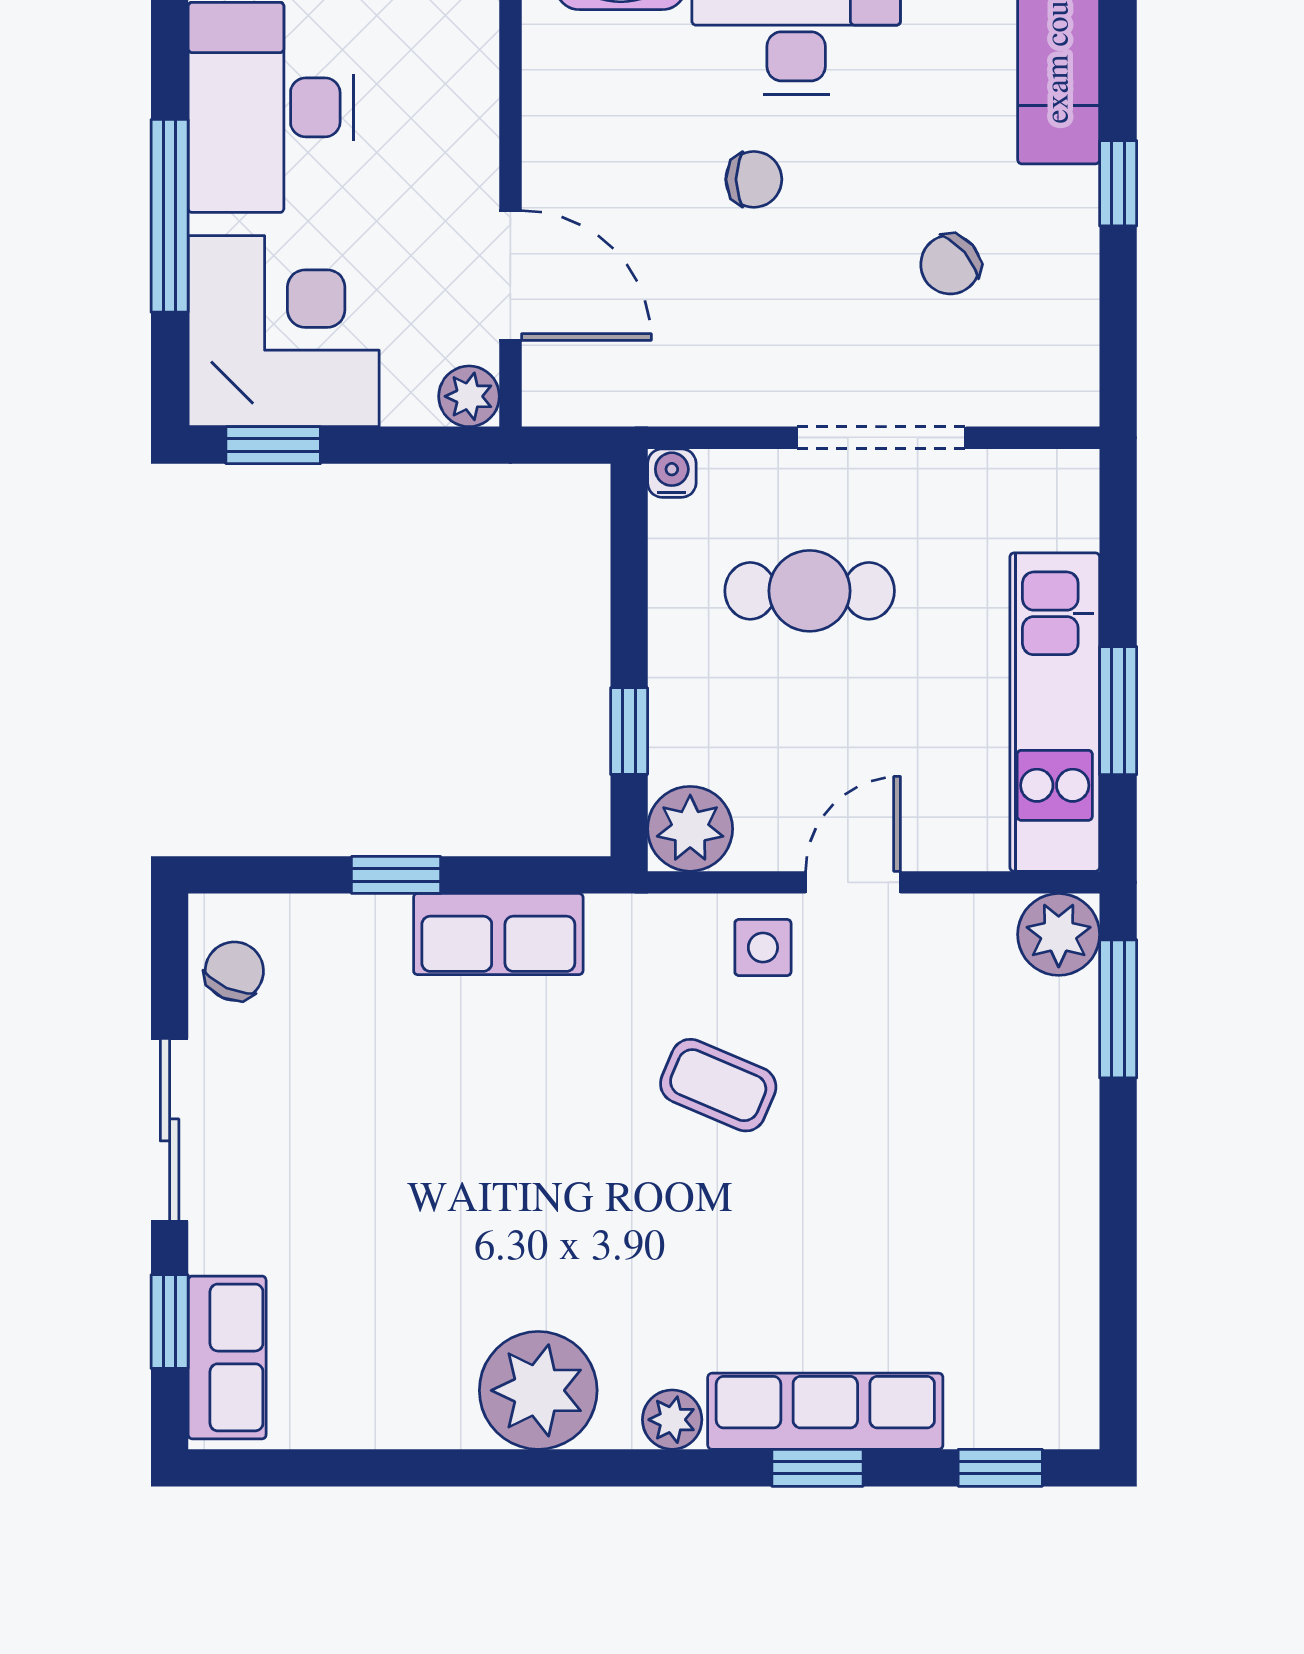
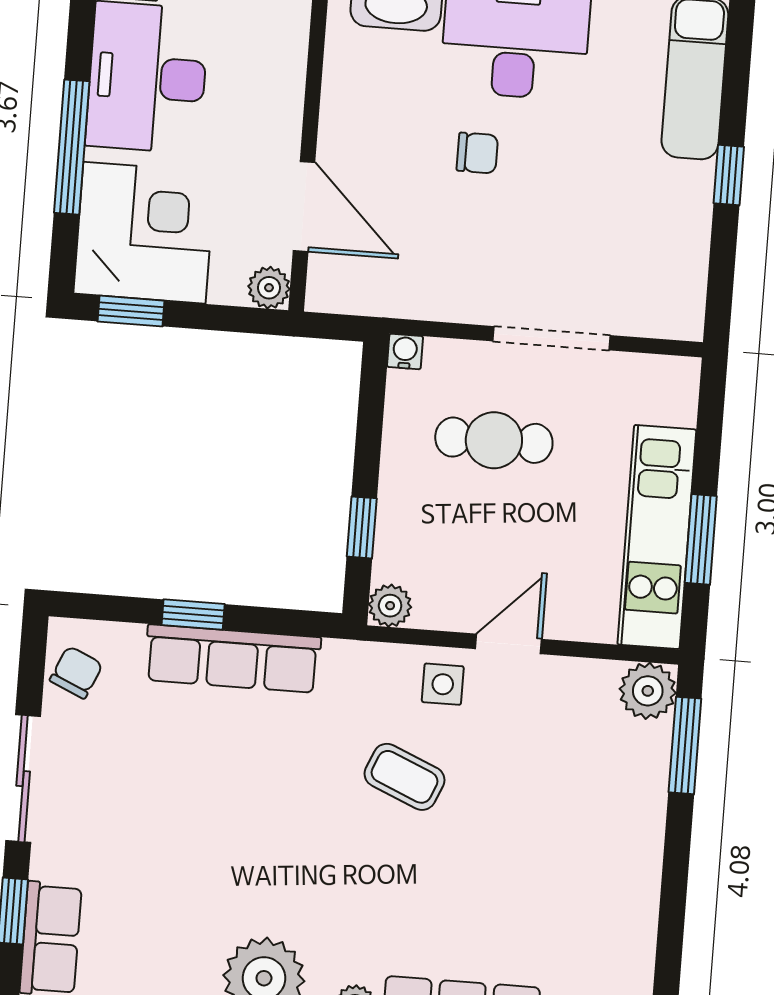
chair: (950, 264) -> (608, 222), removed
plant: (690, 829) -> (390, 606), width x0.73, depth x0.73
row of seats: (498, 934) -> (233, 659), width x1.48

